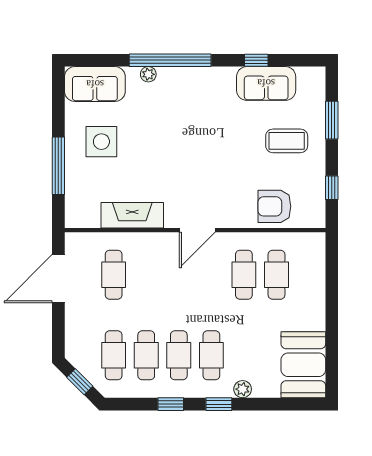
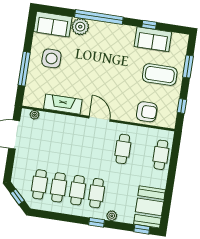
plant: (148, 74) -> (80, 27), width x1.88, depth x1.88
coffee table: (287, 141) -> (160, 75), width x1.36, depth x1.32
armchair: (274, 206) -> (147, 112), turned 180
door: (197, 230) -> (100, 119), swing flipped
plant: (88, 240) -> (35, 115), added
cafe table: (114, 275) -> (47, 137), removed
cafe table: (277, 275) -> (161, 155), moved
window: (171, 404) -> (142, 229), moved

